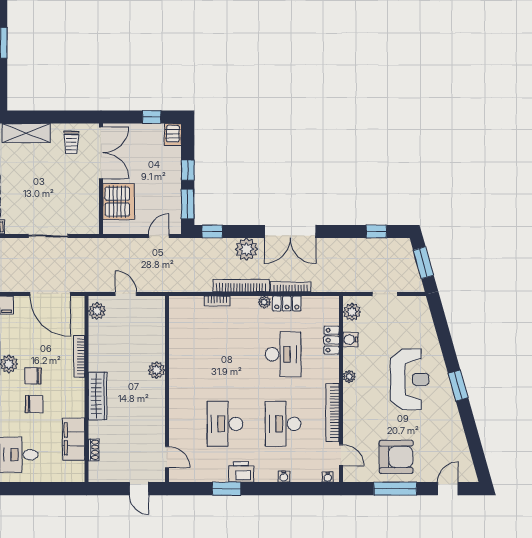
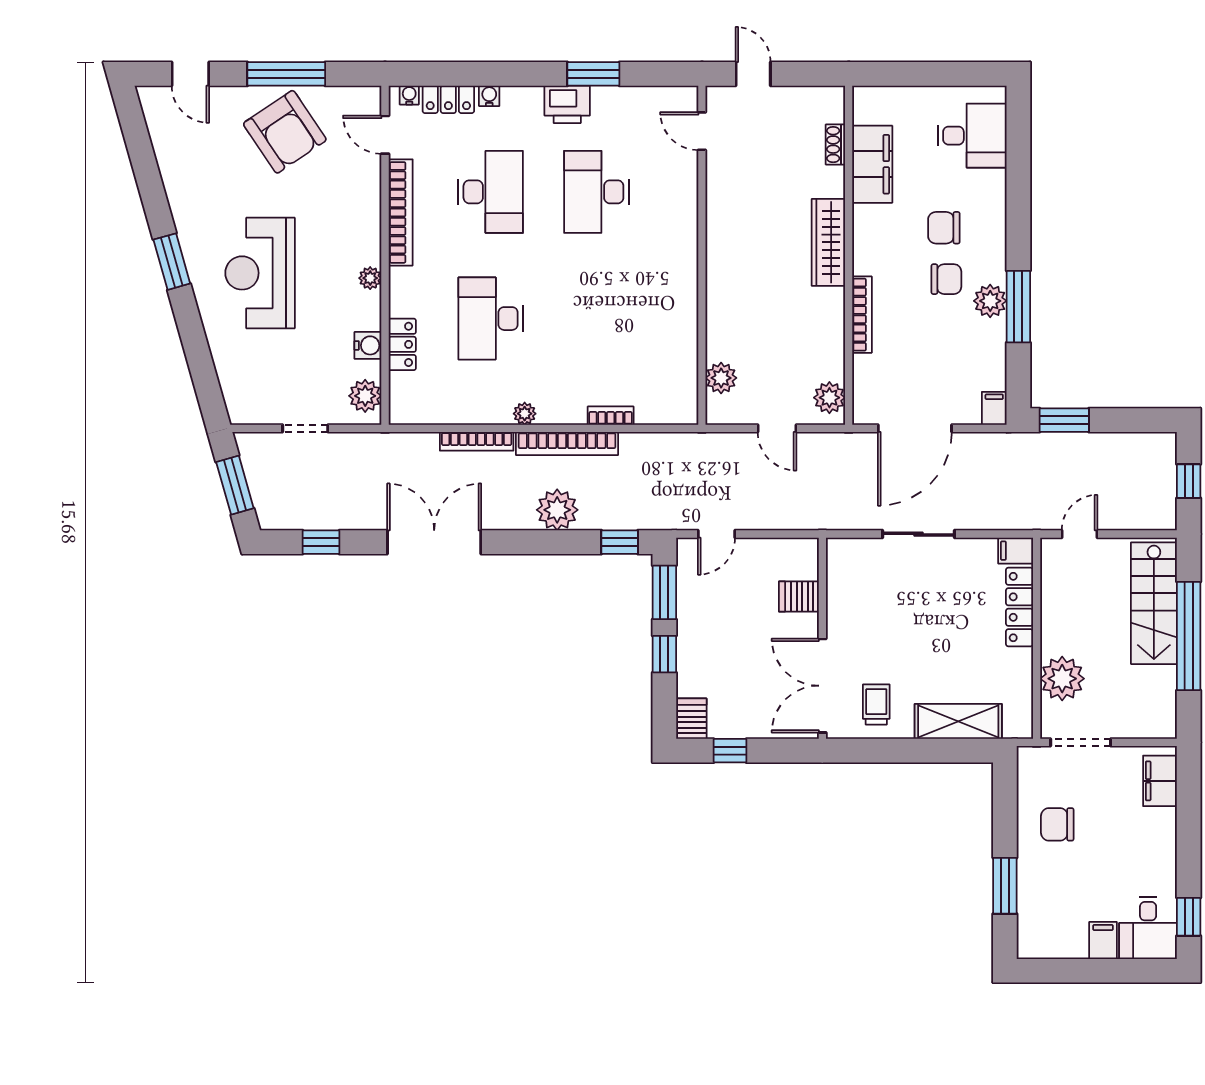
server rack: (119, 202) -> (799, 597), width x0.46, depth x0.70
double door: (290, 231) -> (434, 542), moved
door: (50, 294) -> (915, 428), swing flipped
locker: (287, 303) -> (448, 99), moved, turned 180
plant: (157, 370) -> (721, 378), moved
desk: (225, 424) -> (596, 192), turned 180
armchair: (396, 457) -> (285, 132), turned -124
door: (448, 489) -> (190, 74), hinge flipped

